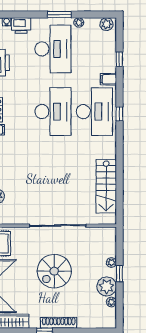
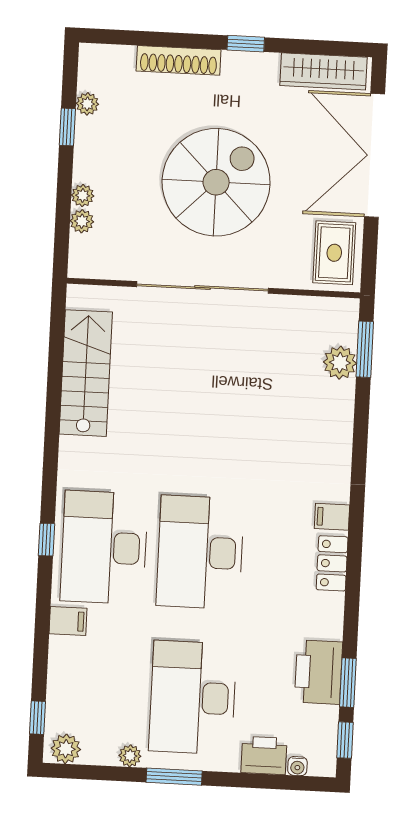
window: (119, 59) -> (37, 718), moved
spiral stairs: (54, 271) -> (216, 182), width x1.37, depth x1.37
window: (119, 274) -> (67, 127), moved
plant: (107, 286) -> (82, 221), moved, width x0.53, depth x0.53
shoe rack: (59, 323) -> (179, 60), moved

